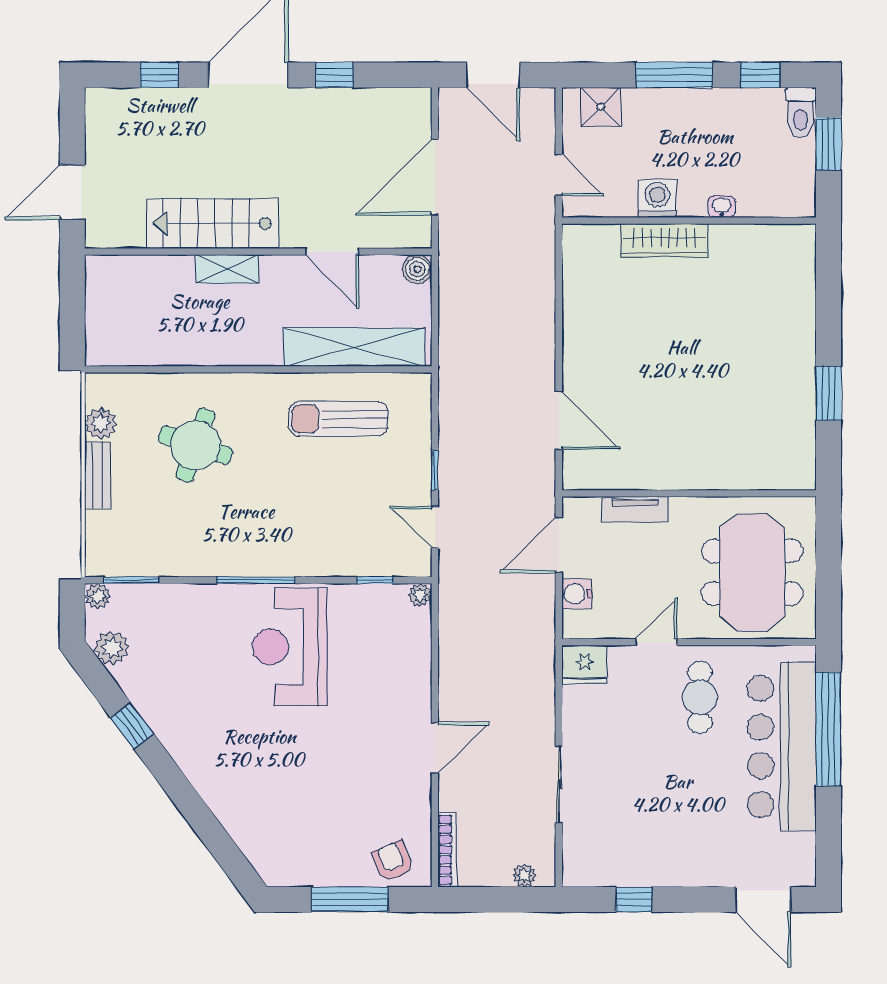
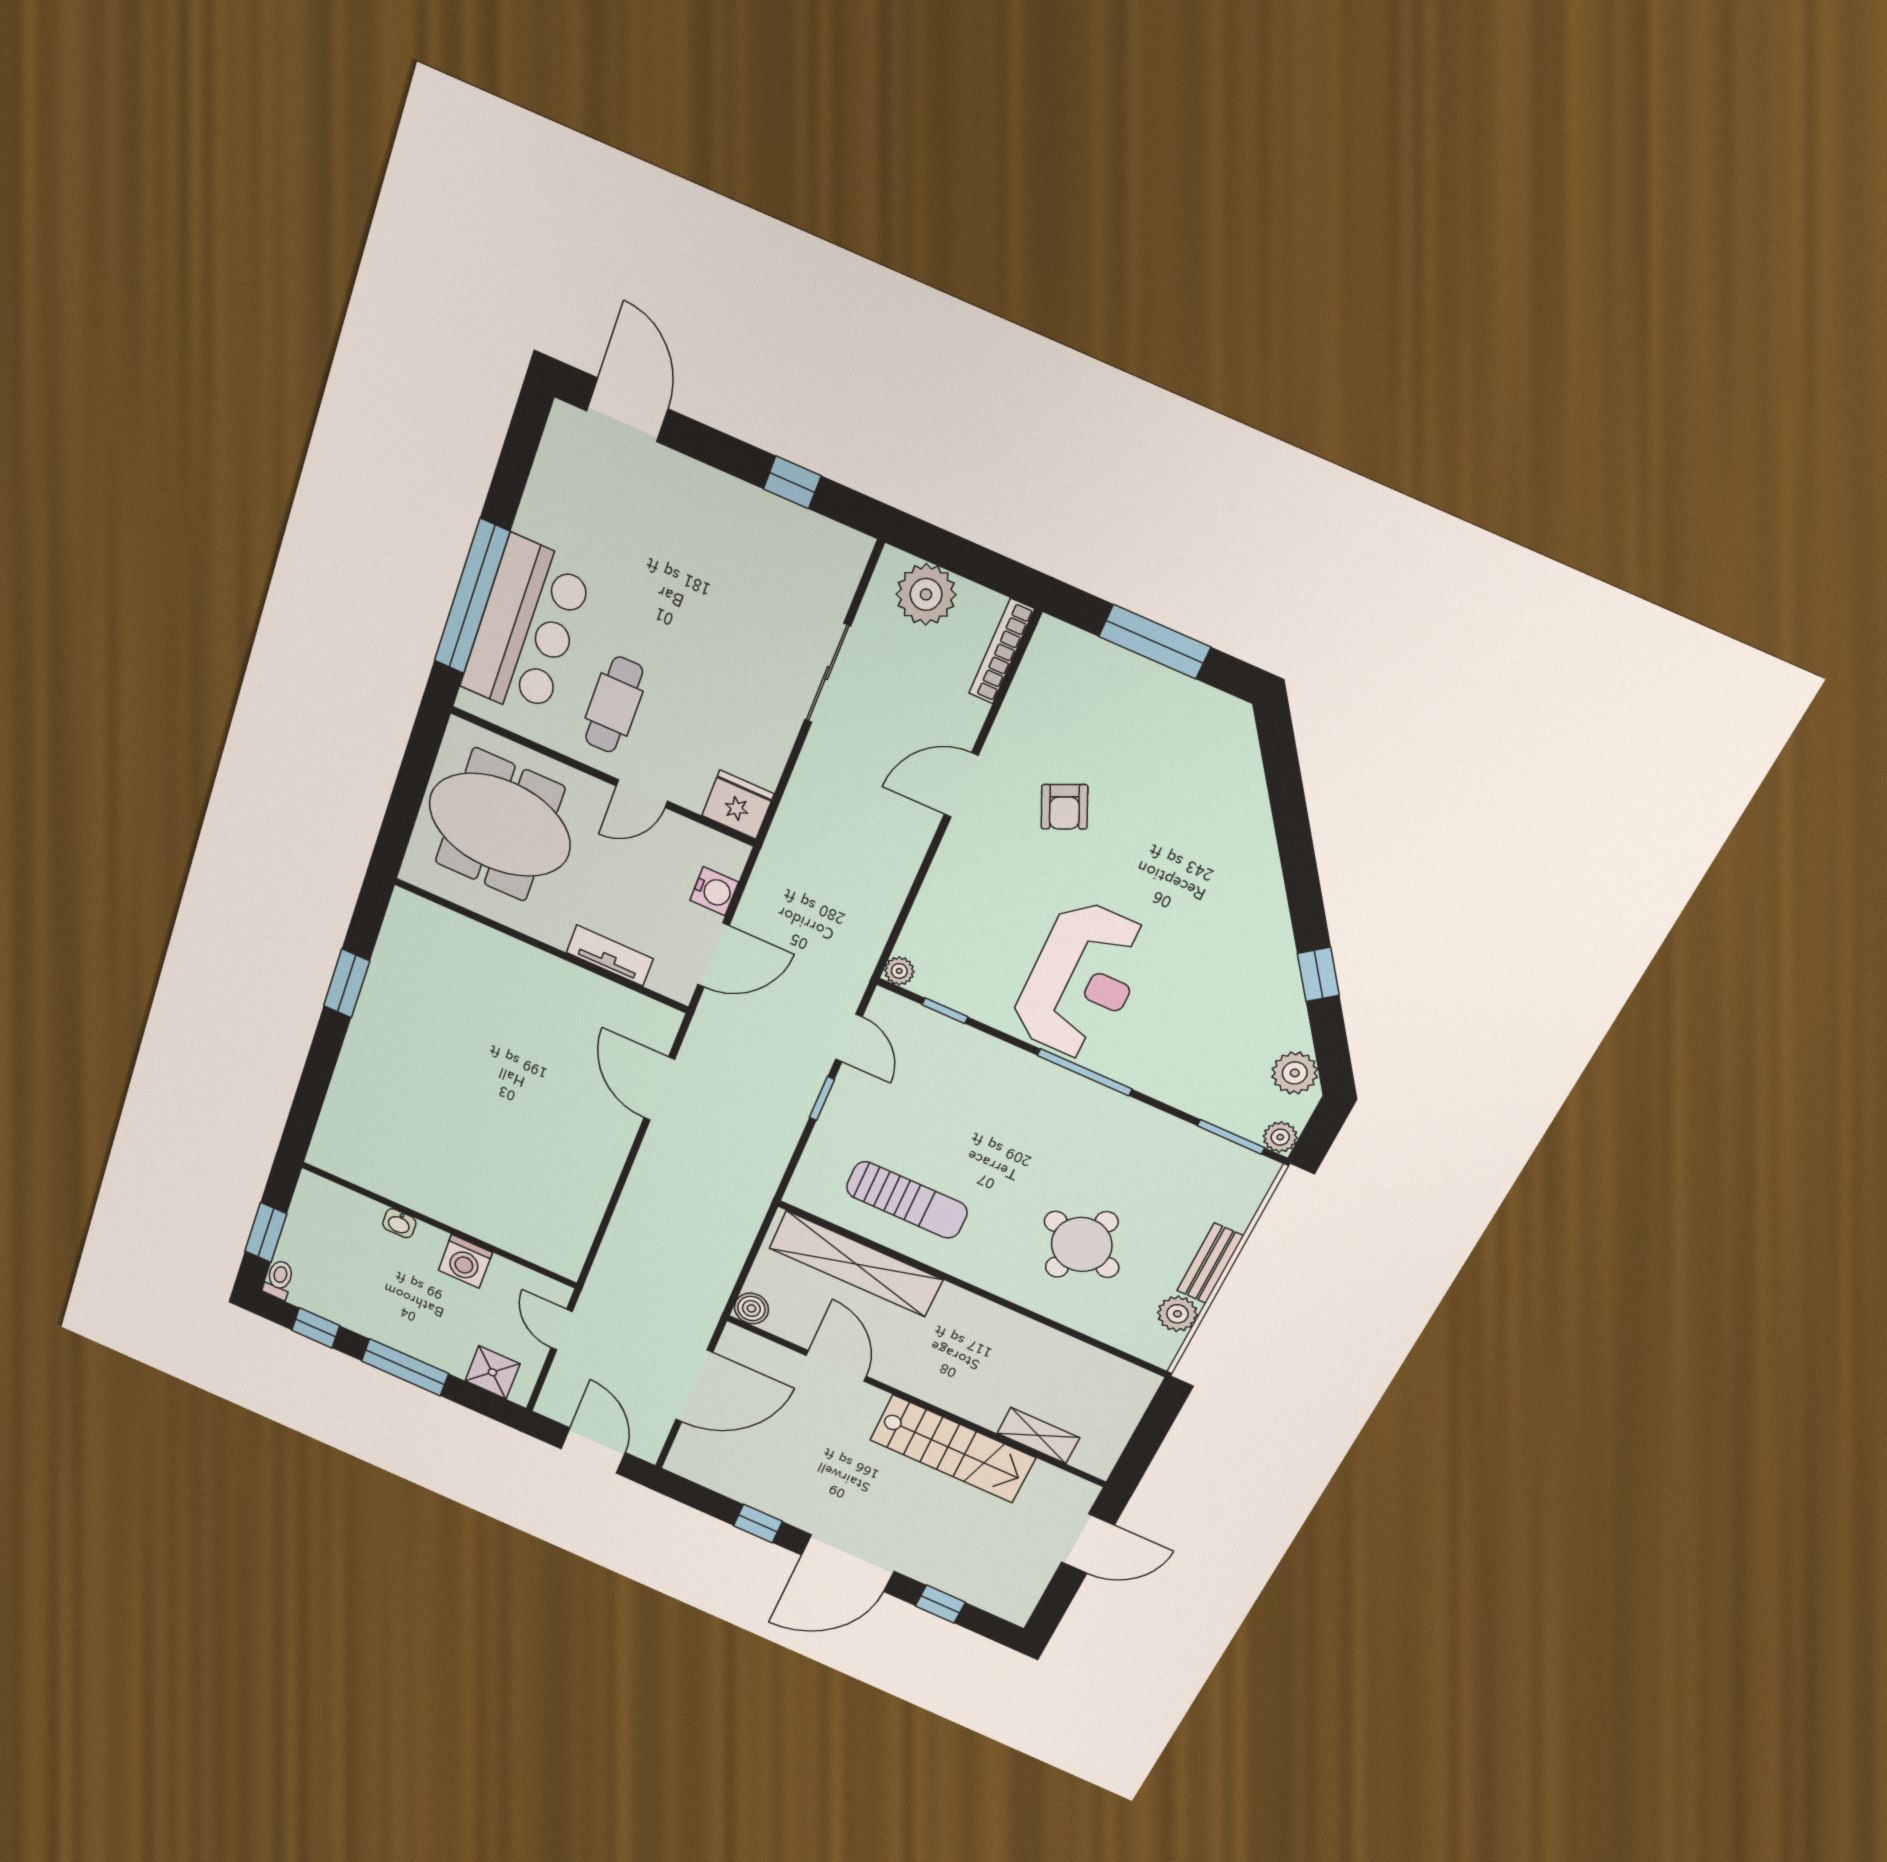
toilet: (801, 113) -> (279, 1279), width x0.73, depth x0.72
wardrobe: (664, 241) -> (473, 1218), removed
shelving: (227, 269) -> (1038, 1435), moved
meeting table: (752, 572) -> (500, 825), turned 90
bar counter: (782, 746) -> (526, 628), width x0.73
armchair: (393, 861) -> (1064, 807), moved
plant: (524, 875) -> (926, 594), width x1.87, depth x1.87

